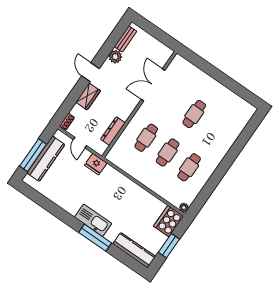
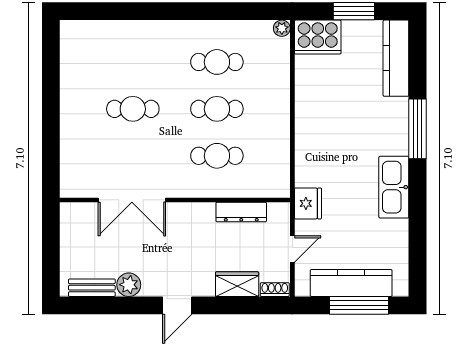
wardrobe: (88, 96) -> (237, 284), moved
kitchen sink: (93, 220) -> (394, 187), moved

